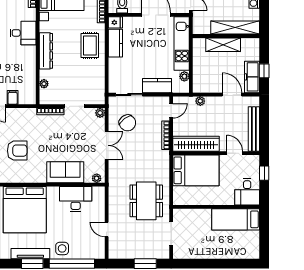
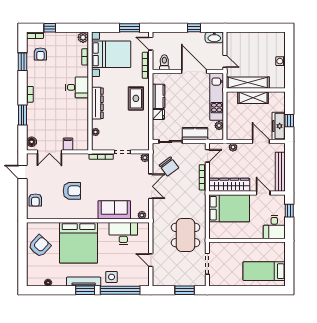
fridge: (115, 22) -> (158, 114), moved
shelving: (235, 28) -> (248, 83), moved
bed: (236, 219) -> (264, 271), moved

